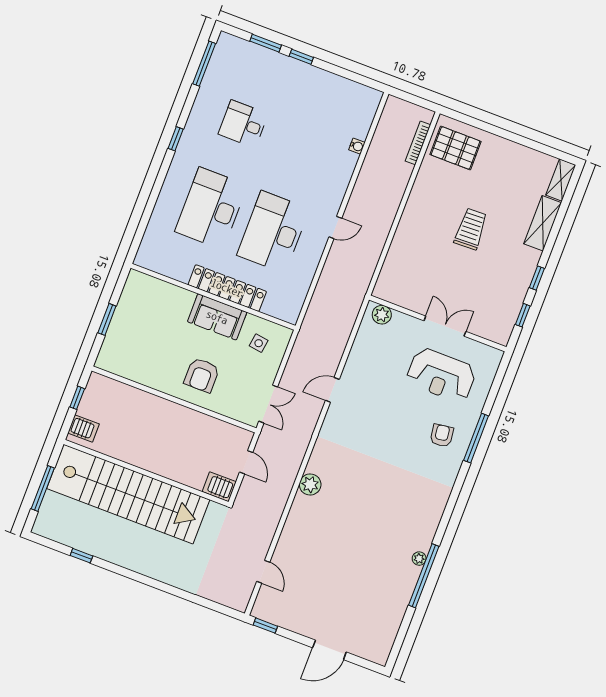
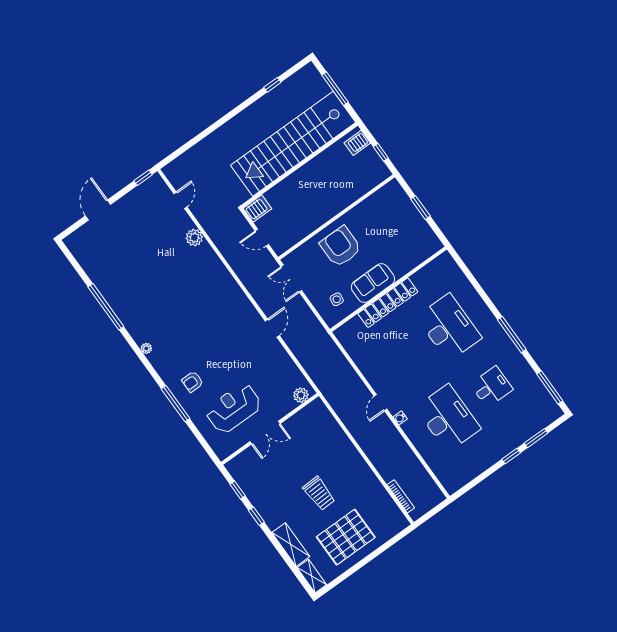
window: (176, 139) -> (512, 335), width x2.17
water cooler: (357, 146) -> (400, 418), moved
pallet: (455, 148) -> (346, 537), moved, width x1.37, depth x1.41
desk: (273, 232) -> (448, 418), moved
armchair: (202, 375) -> (341, 247), width x1.36, depth x1.36
armchair: (442, 435) -> (193, 382), turned 98
plant: (310, 484) -> (194, 238), moved
plant: (419, 559) -> (146, 348), moved
door: (263, 572) -> (180, 200), swing flipped

